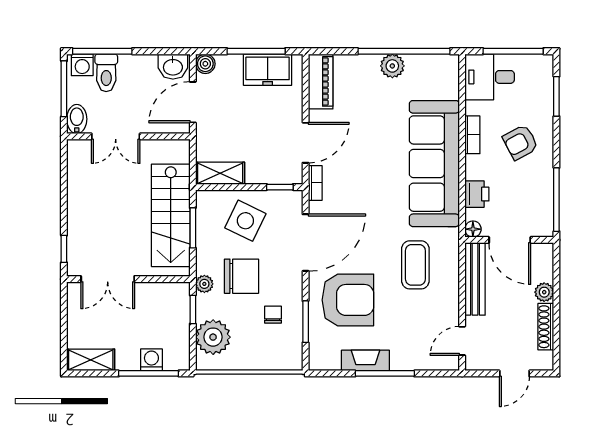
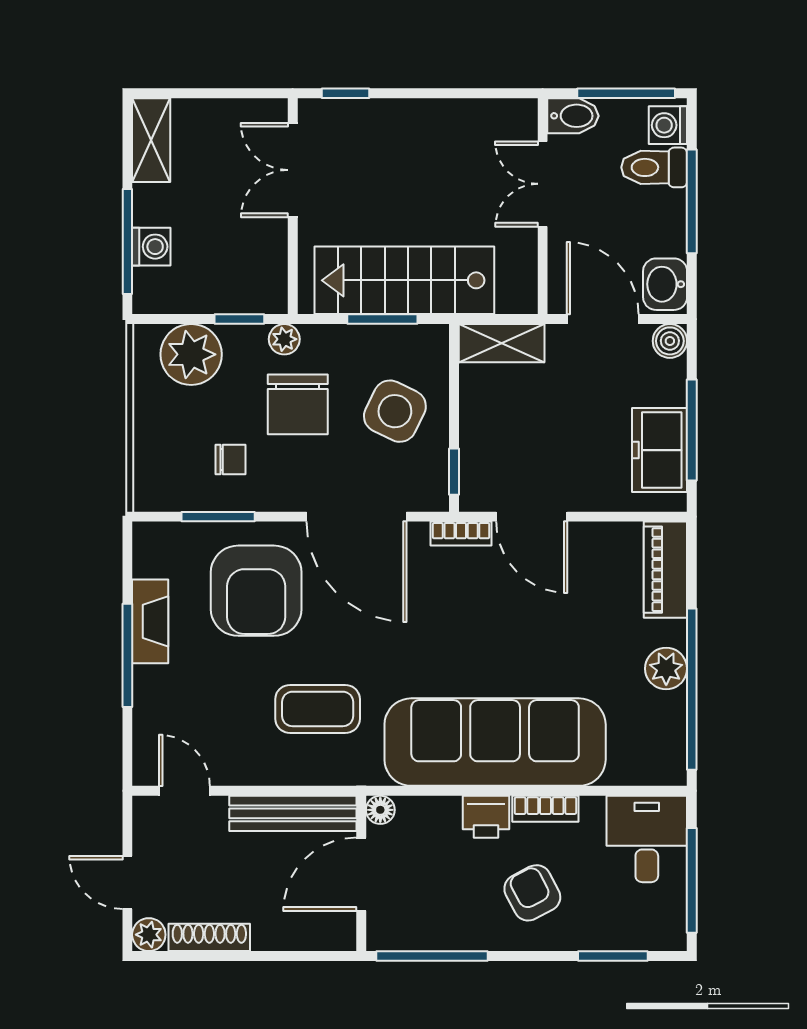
window: (102, 51) -> (692, 201), moved
piano: (321, 81) -> (665, 570), moved, turned 90
shelving: (220, 173) -> (502, 343), moved, turned 90
printer: (477, 194) -> (486, 817), moved
plant: (544, 292) -> (149, 935), moved

